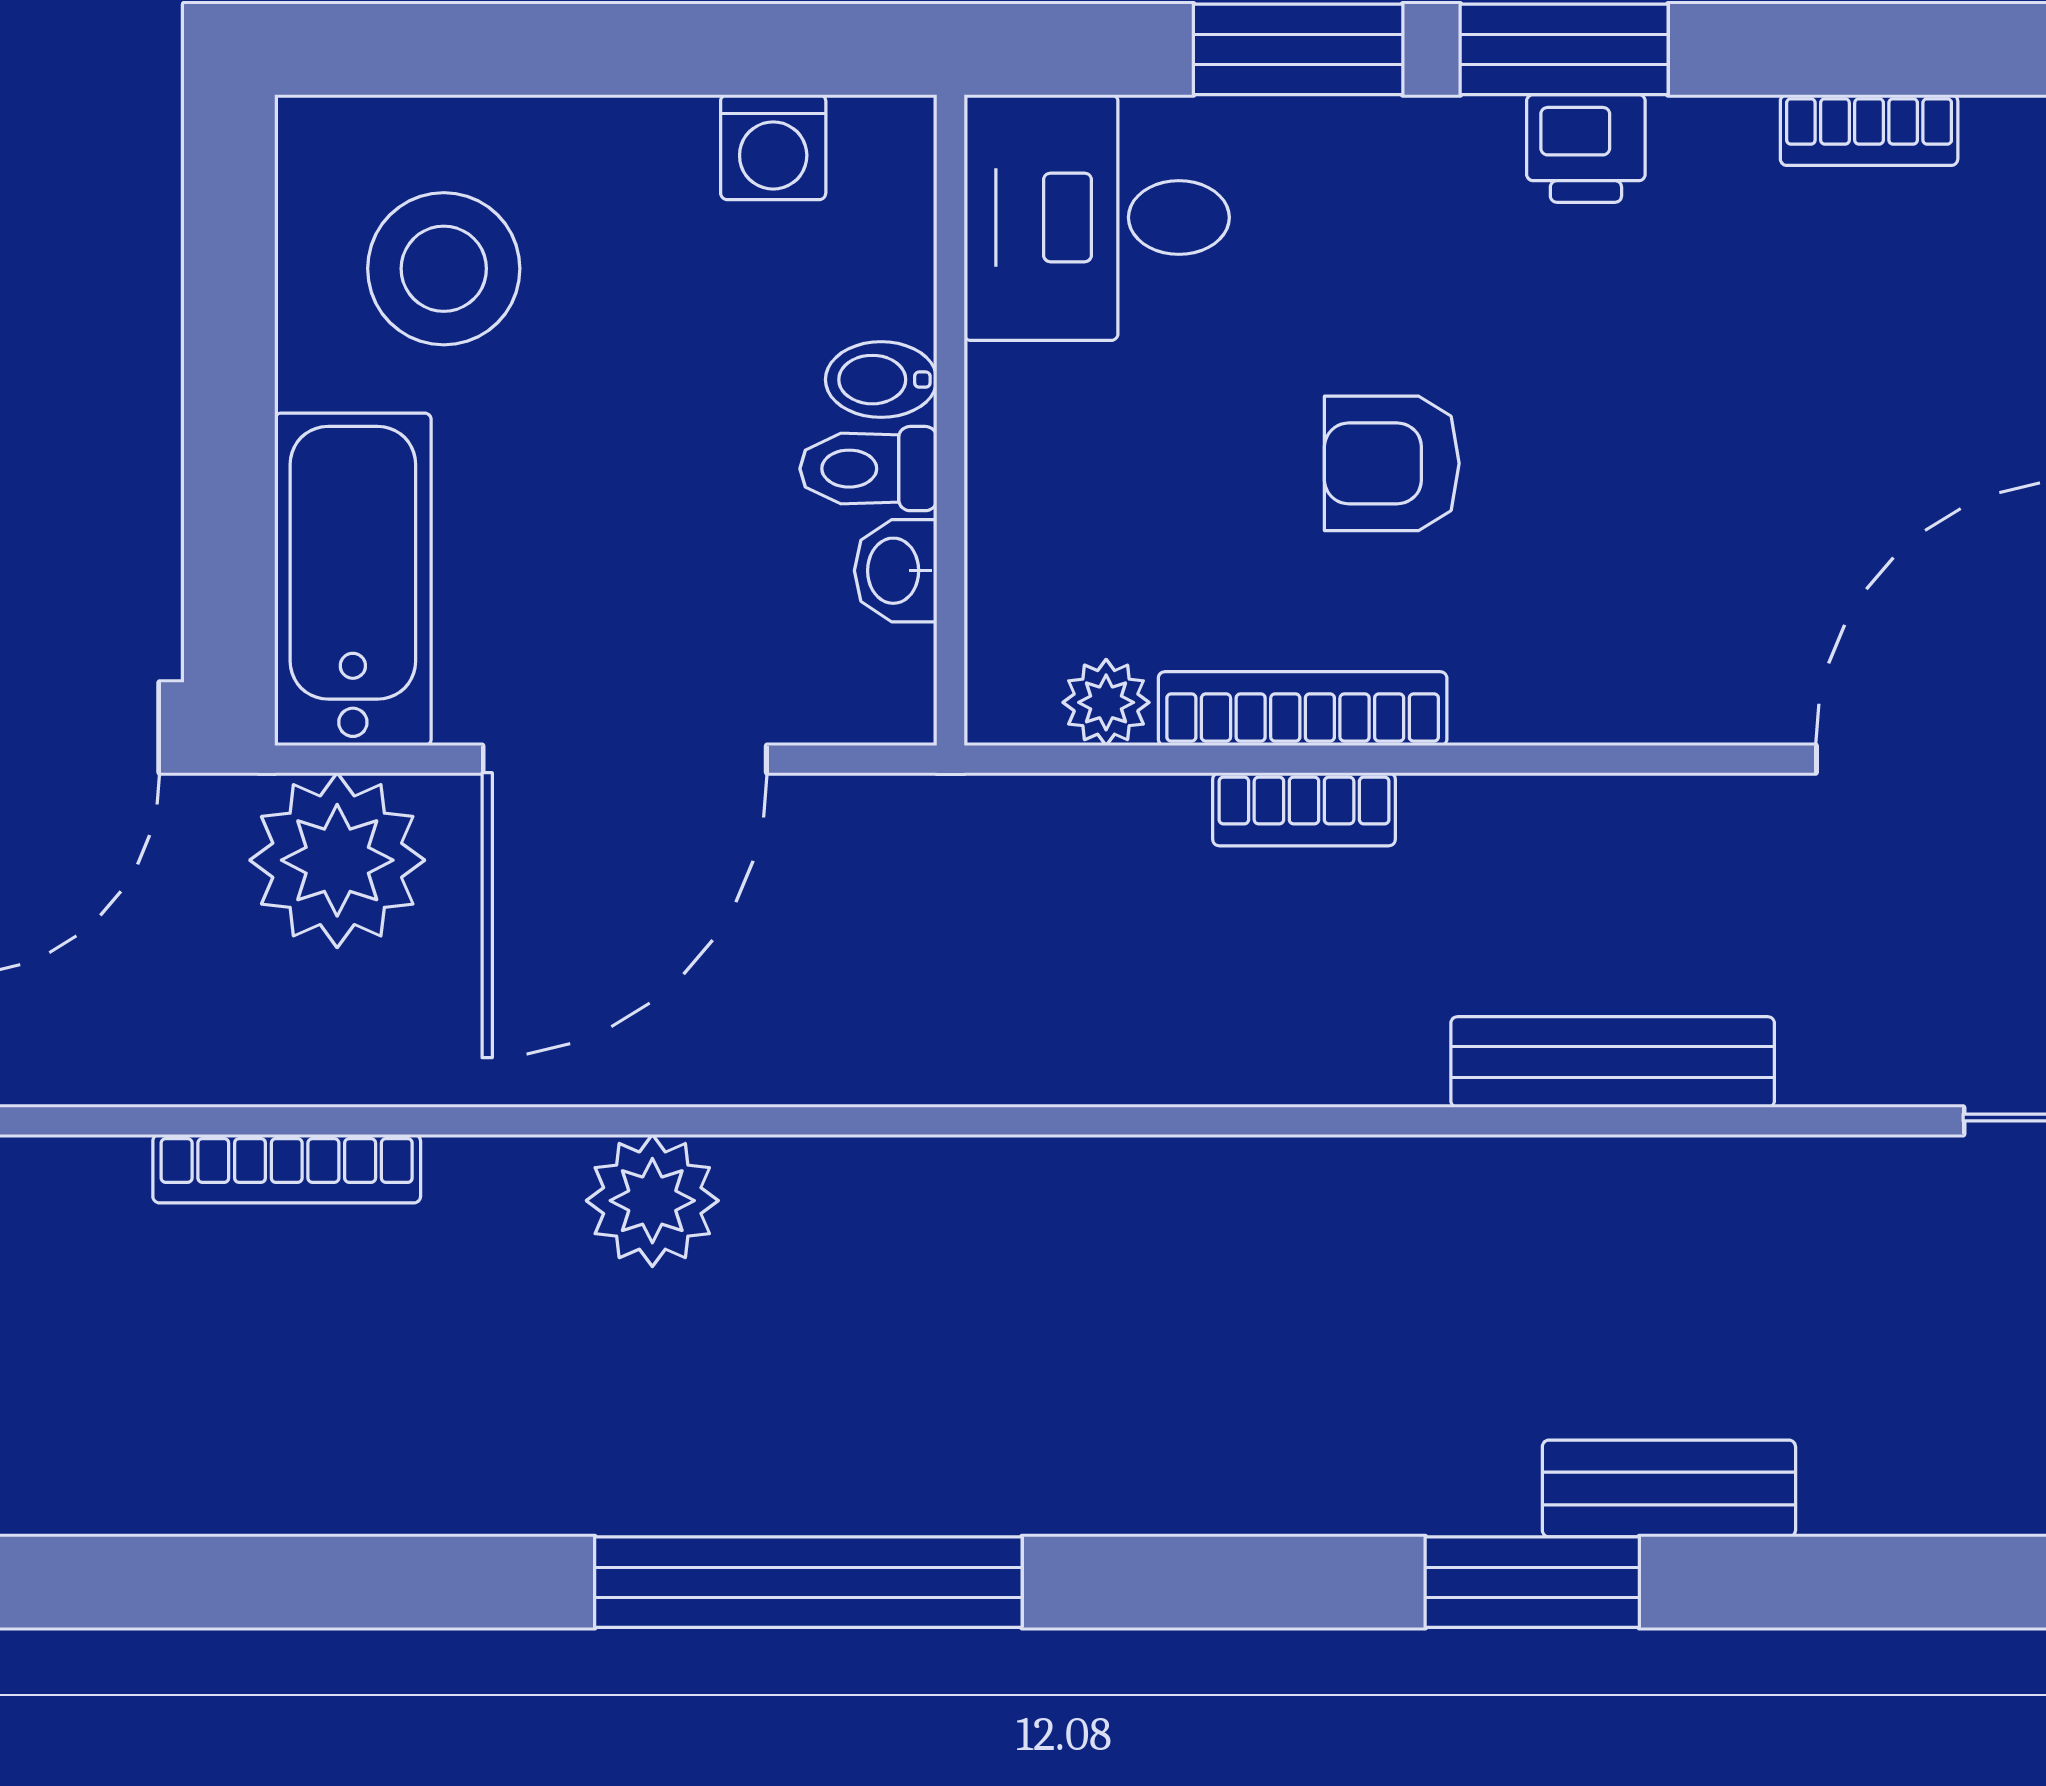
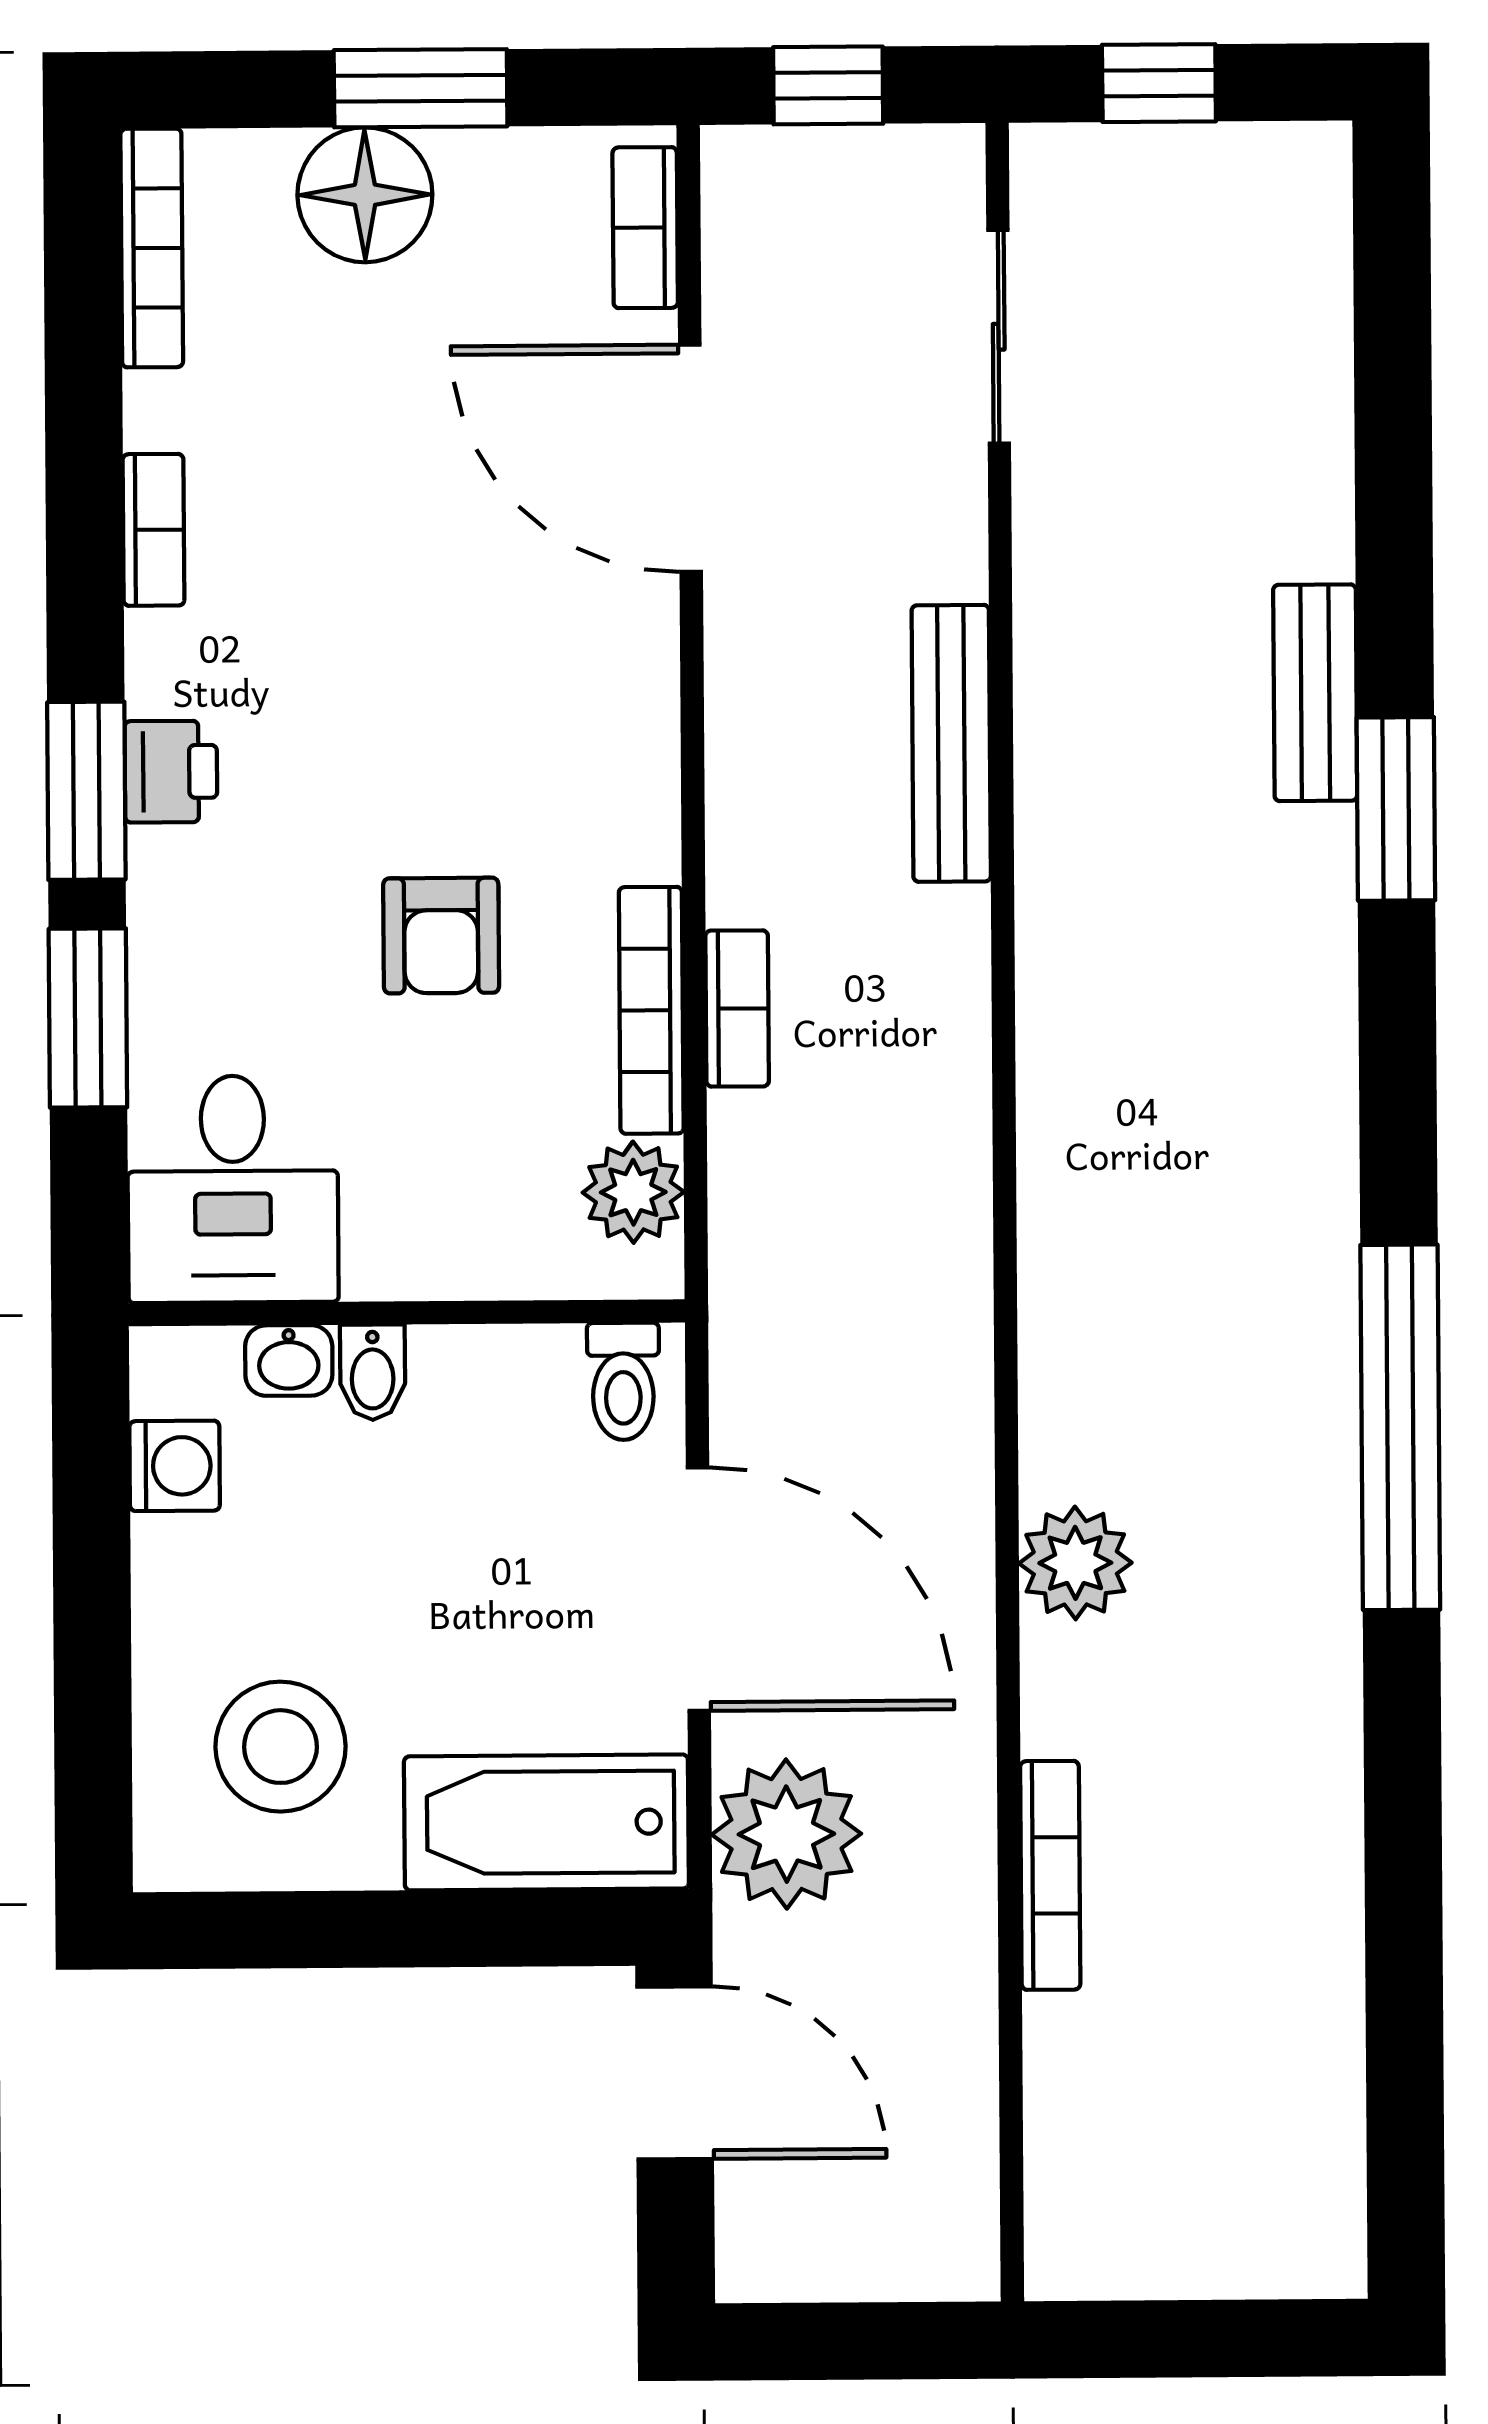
toilet: (868, 469) -> (623, 1381), moved
washbasin: (896, 571) -> (289, 1360), moved
plant: (1106, 702) -> (633, 1192), width x1.38, depth x1.38

